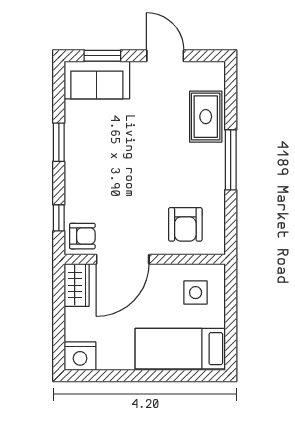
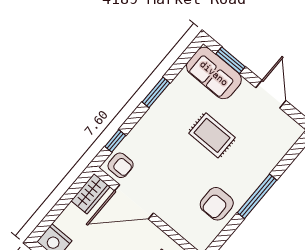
rug: (206, 117) -> (212, 135), moved, turned 90
armchair: (185, 224) -> (217, 204), moved

